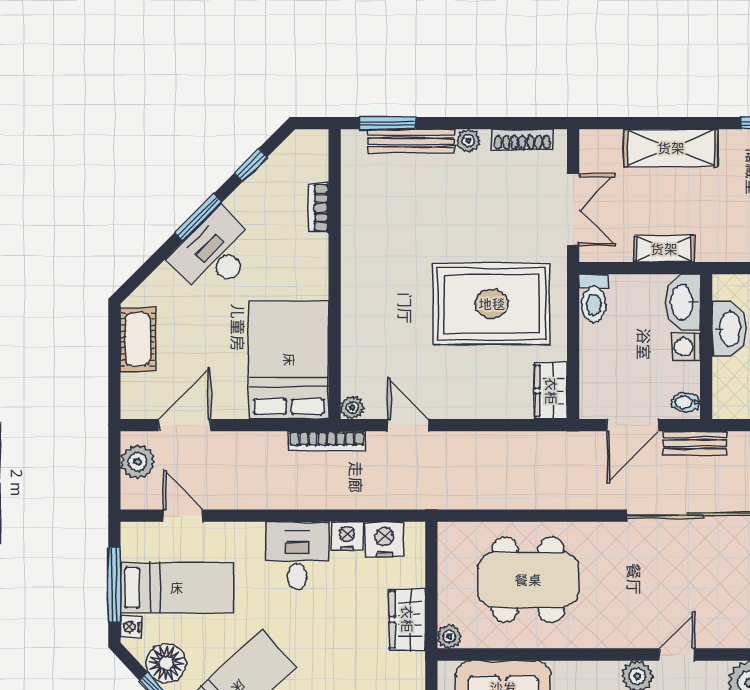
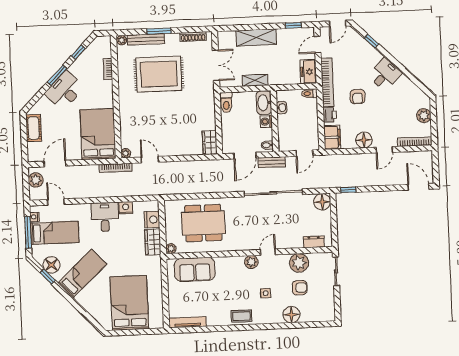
window: (388, 123) -> (159, 31), moved
plant: (468, 141) -> (122, 40), moved
rug: (492, 304) -> (159, 74), moved
washbasin: (729, 329) -> (282, 108), width x0.52, depth x0.69
nightstand: (385, 539) -> (152, 220), moved, turned 90
nightstand: (131, 627) -> (34, 217), moved

